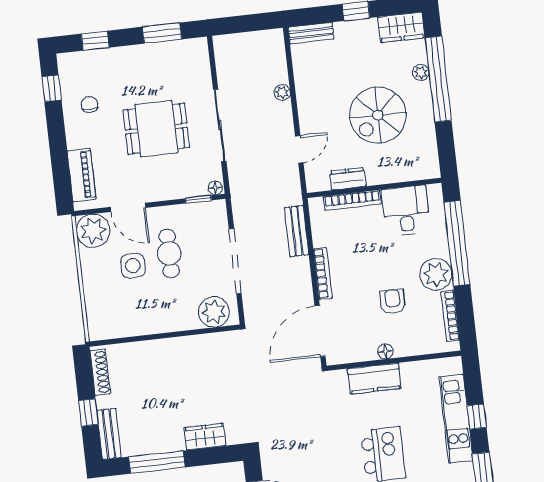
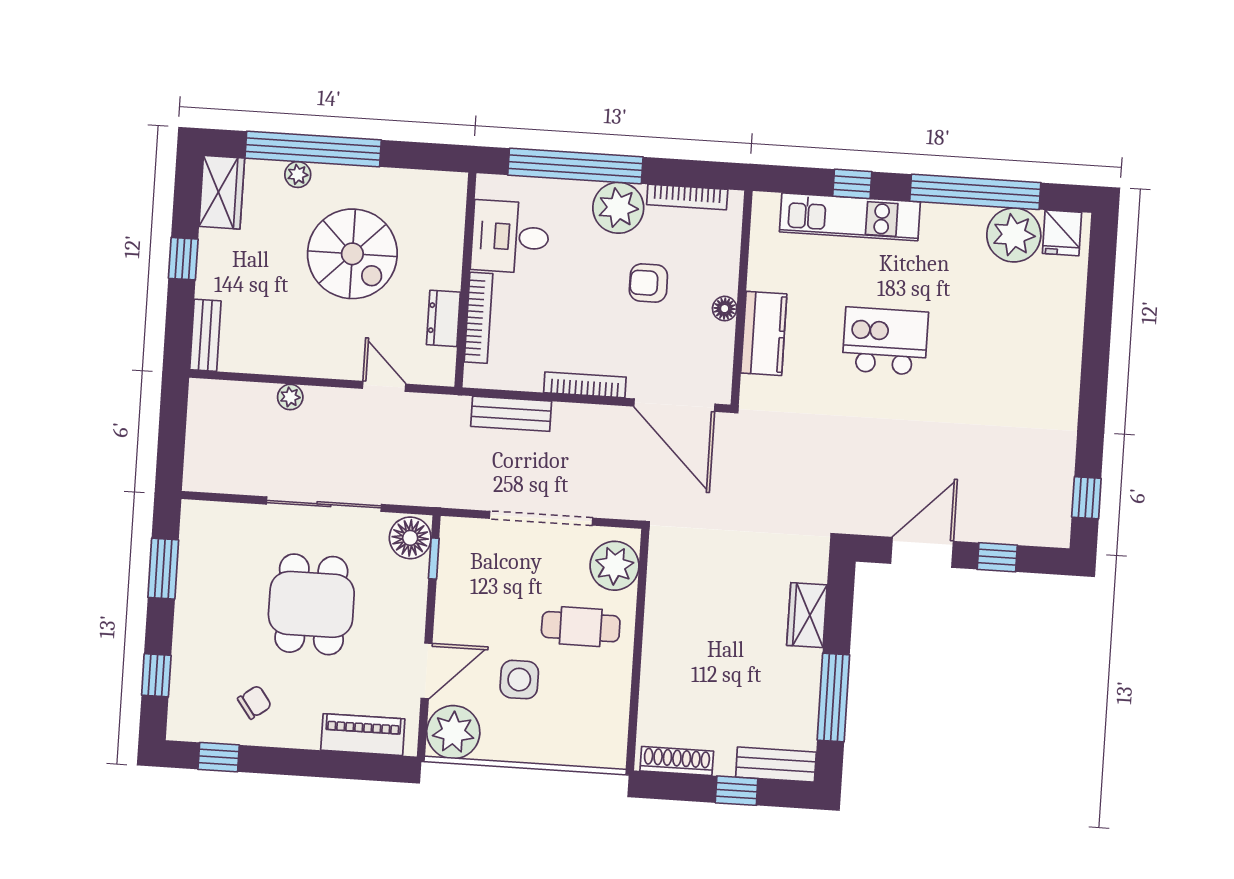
chair: (89, 104) -> (255, 702), turned 144
floor lamp: (215, 188) -> (410, 538), width x1.89, depth x1.89
cafe table: (169, 253) -> (581, 627), moved

